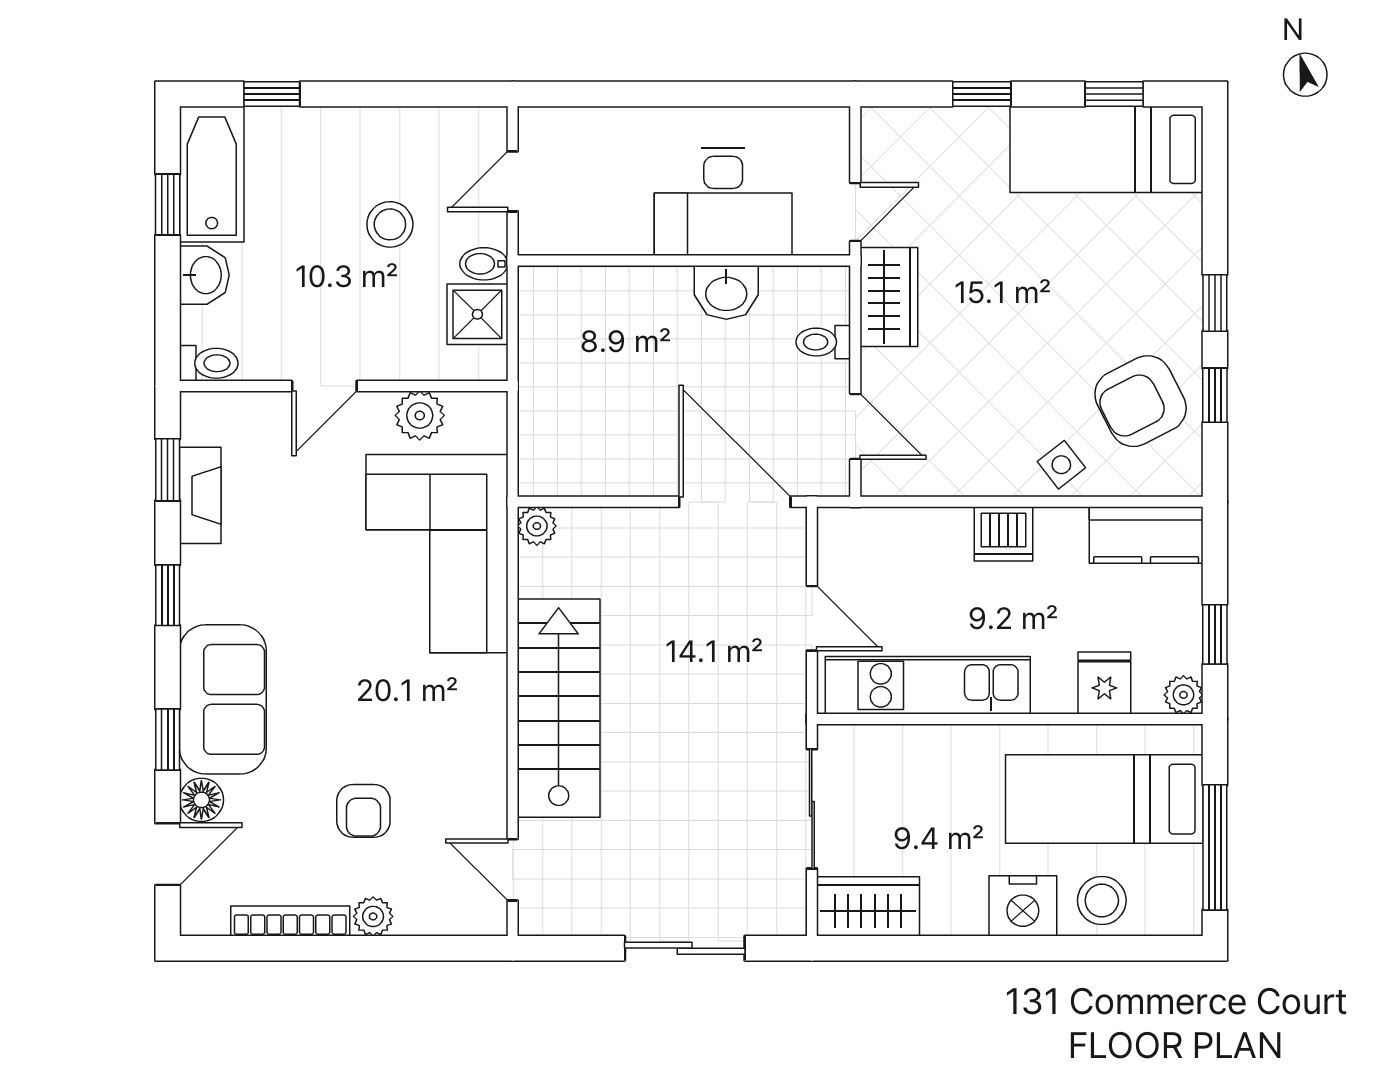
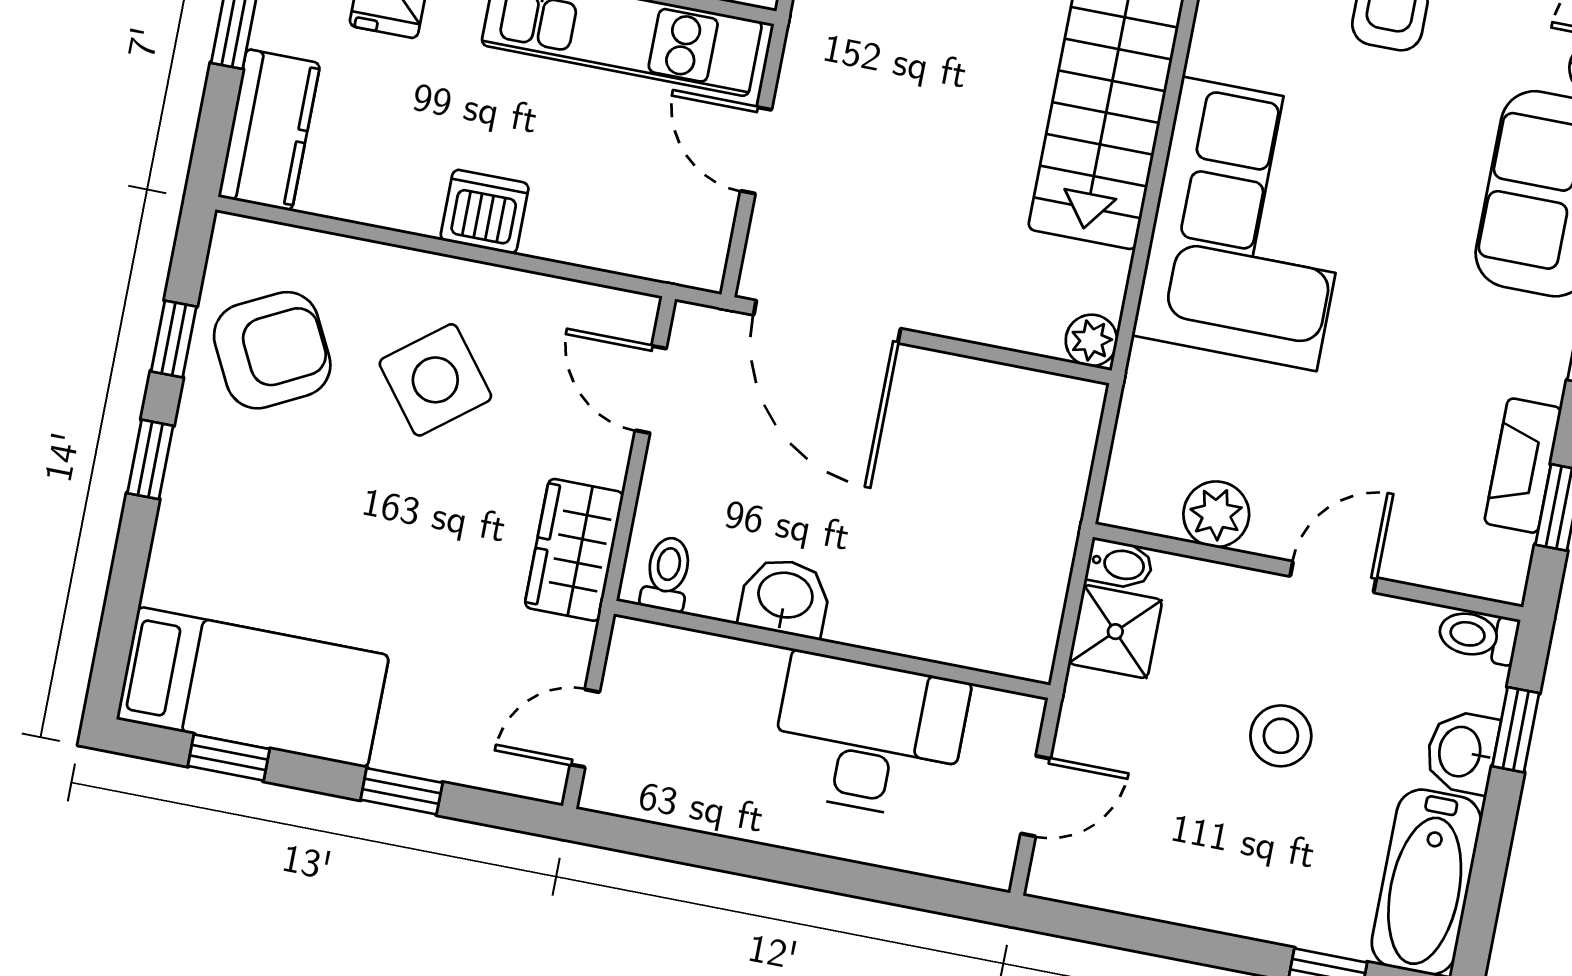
desk: (723, 202) -> (869, 736), moved
window: (168, 205) -> (1516, 730), moved
door: (855, 212) -> (585, 728), moved
stool: (390, 224) -> (1281, 736), moved
bidet: (484, 264) -> (1120, 564), moved
toilet: (823, 342) -> (667, 574), moved, turned -90
side table: (1061, 465) -> (435, 380), moved, width x1.87, depth x1.87
kitchen counter: (1146, 535) -> (269, 130), moved, turned 90
corner sofa: (437, 554) -> (1249, 224), moved

